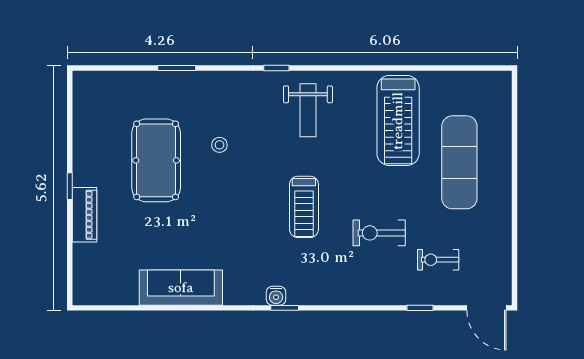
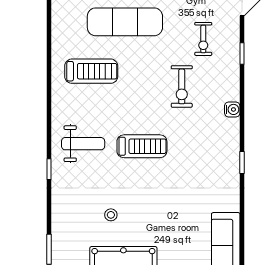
treadmill: (398, 121) -> (91, 71), width x0.73, depth x0.73
treadmill: (304, 207) -> (142, 146), moved
water cooler: (276, 296) -> (232, 109), moved

